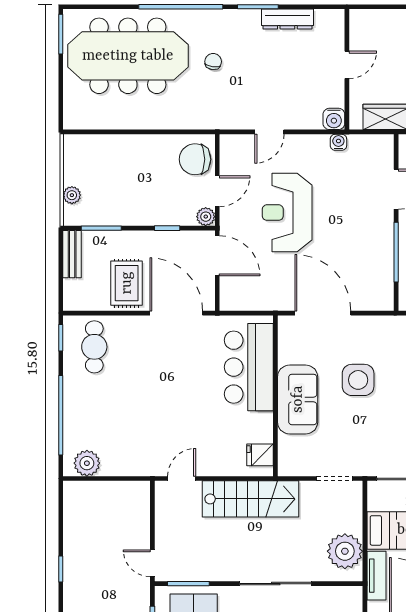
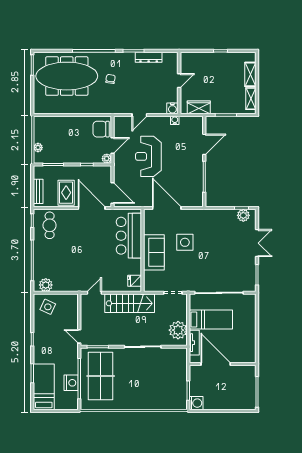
bench: (72, 254) -> (38, 191), moved
door: (217, 256) -> (113, 193), moved
side table: (91, 506) -> (48, 307), added

